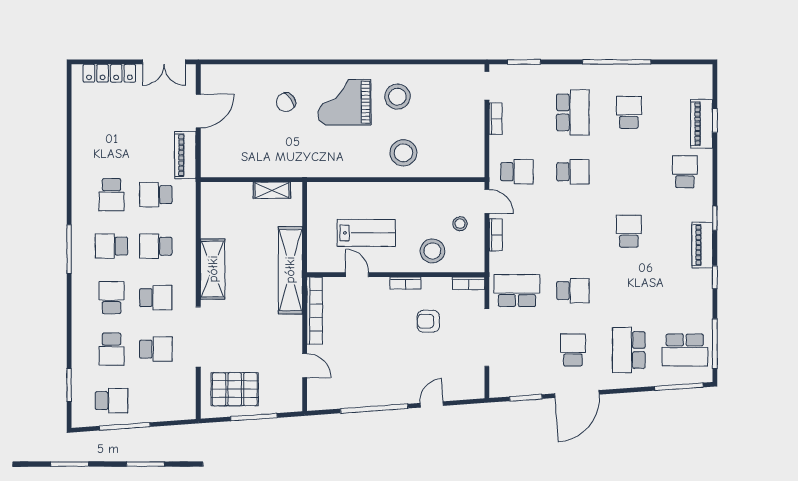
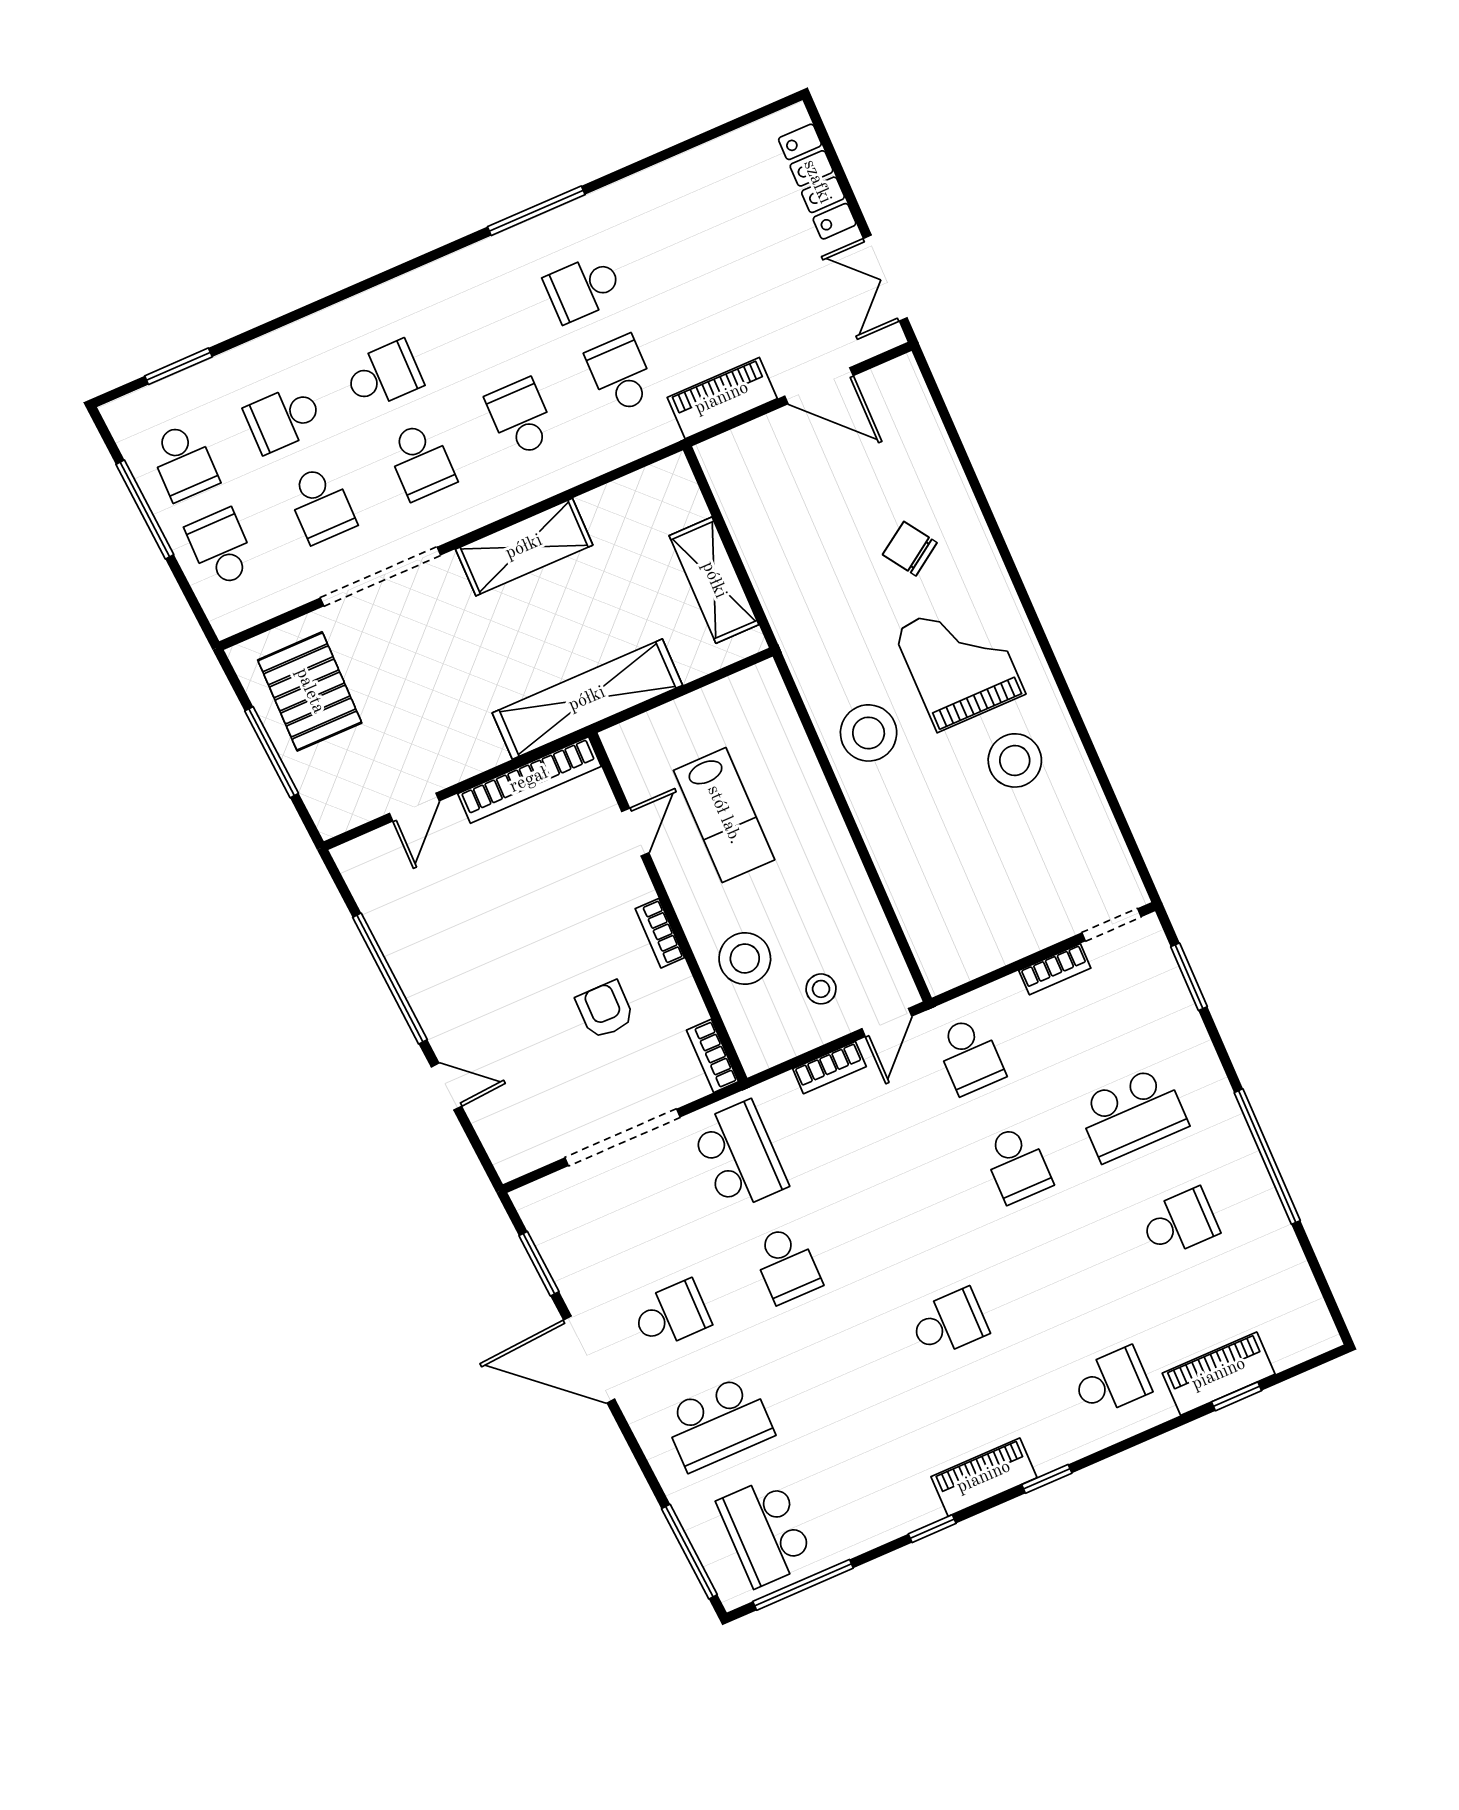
stool: (403, 153) -> (869, 733), moved
shelving: (272, 190) -> (714, 580), width x1.50, depth x1.33
school desk: (112, 246) -> (221, 548), moved
window: (69, 249) -> (536, 211), moved
school desk: (629, 350) -> (718, 1423), turned 180

